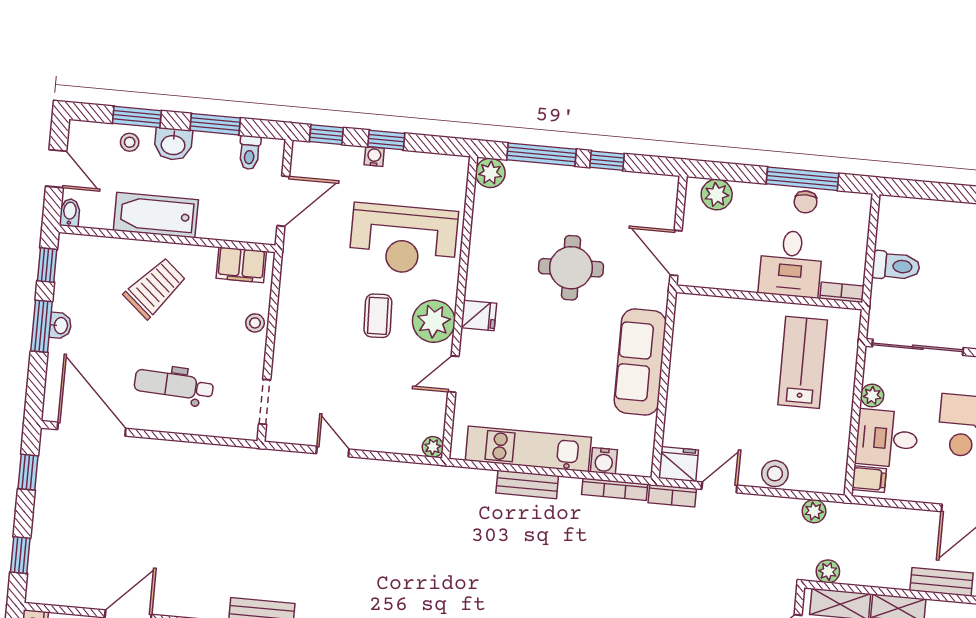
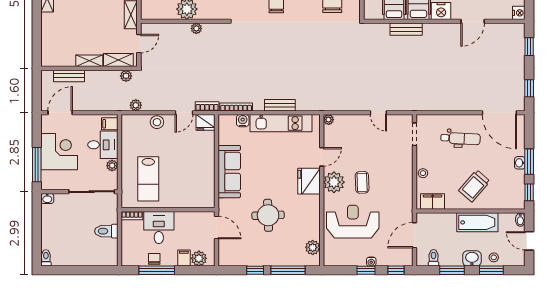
plant: (490, 173) -> (313, 247), moved
filing cabinet: (746, 198) -> (184, 258), added
fridge: (479, 316) -> (309, 181), width x1.88, depth x1.34

